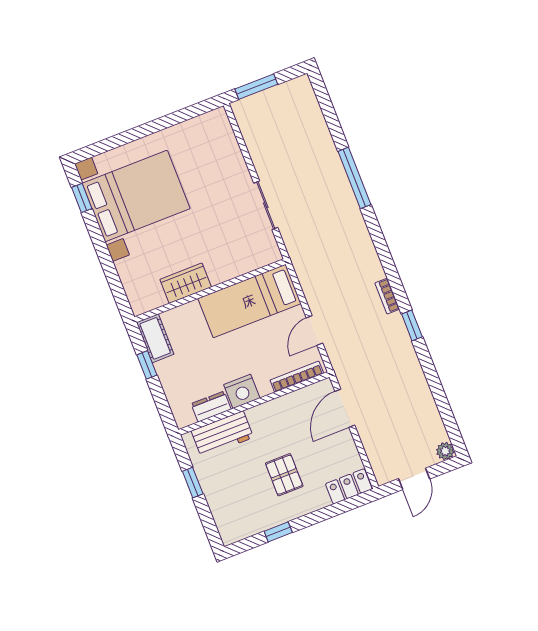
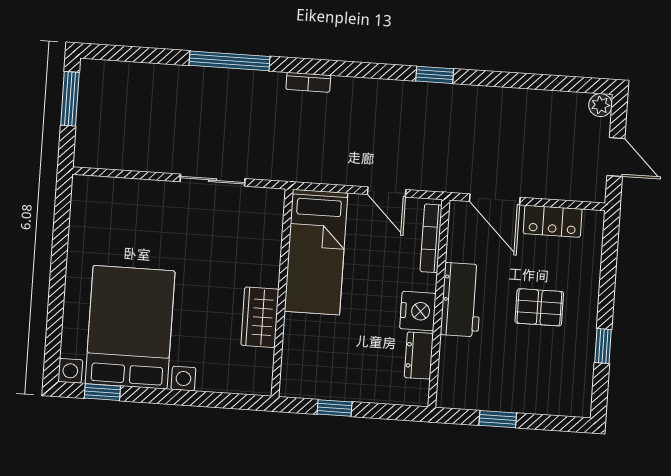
window: (256, 87) -> (70, 99), moved
bookcase: (387, 296) -> (308, 82), moved
cot: (155, 338) -> (308, 383), removed
workbench: (222, 434) -> (461, 300), moved
locker: (349, 486) -> (553, 221), moved, turned -90

